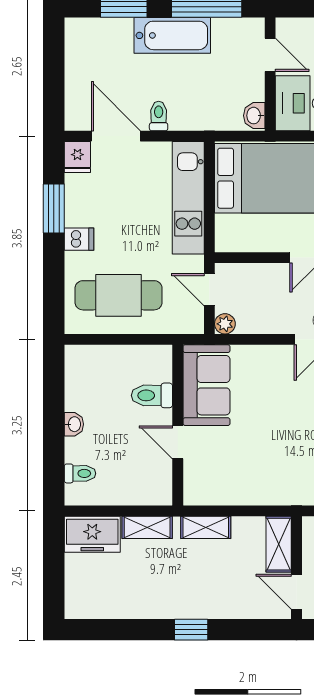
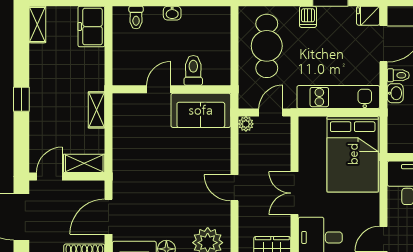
washbasin: (254, 116) -> (395, 93), moved, turned 90
shelving: (147, 527) -> (37, 24), moved

